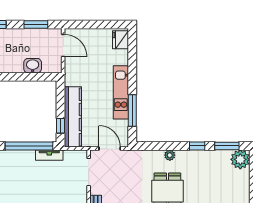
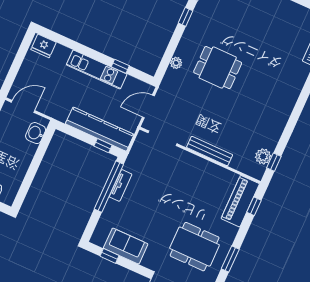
washbasin: (33, 66) -> (36, 133), moved
window: (132, 110) -> (120, 66), width x0.46
tv unit: (49, 155) -> (121, 185), moved
plant: (170, 155) -> (176, 63), moved

